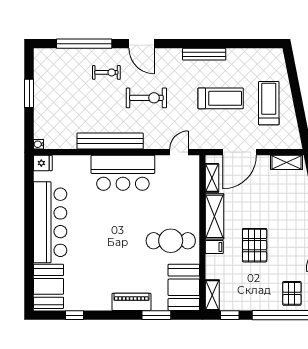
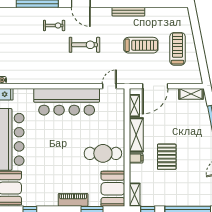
bench: (110, 141) -> (57, 78), removed
bar counter: (123, 173) -> (67, 102), width x1.36
pallet: (292, 293) -> (195, 193), removed

